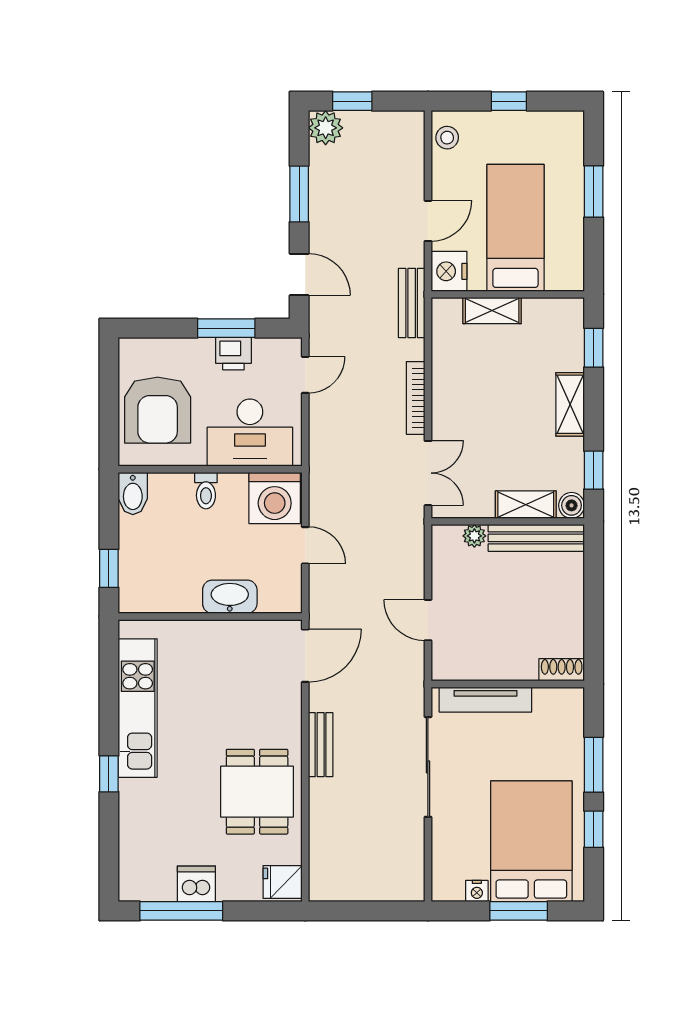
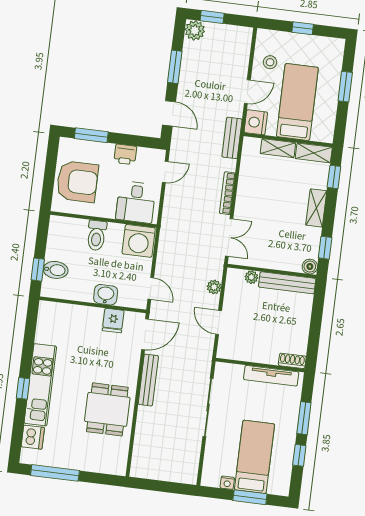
stool: (447, 138) -> (270, 62), moved
window: (226, 328) -> (91, 135), moved
armchair: (158, 410) -> (77, 182), turned -90
desk: (250, 433) -> (136, 202), width x0.73
toilet: (206, 491) -> (97, 235), width x1.37, depth x1.39
bidet: (133, 493) -> (56, 270), moved, turned -90
shelving: (526, 505) -> (314, 153), moved
door: (305, 545) -> (151, 288), moved
plant: (413, 561) -> (214, 287), added
washbasin: (230, 597) -> (106, 295), width x0.72
tv unit: (485, 700) -> (271, 376), moved
kitchen unit: (138, 708) -> (40, 385), moved
bench: (321, 745) -> (148, 380), width x1.36
bed: (531, 841) -> (254, 457), width x0.67
fridge: (283, 882) -> (113, 321), moved, turned -90
dishwasher: (196, 884) -> (33, 437), moved, turned 90

